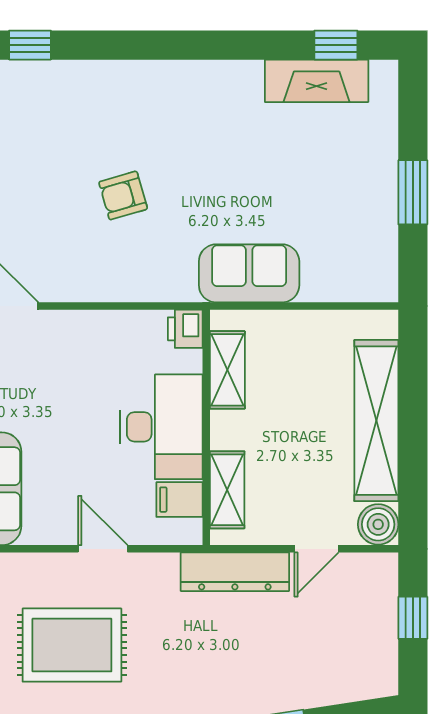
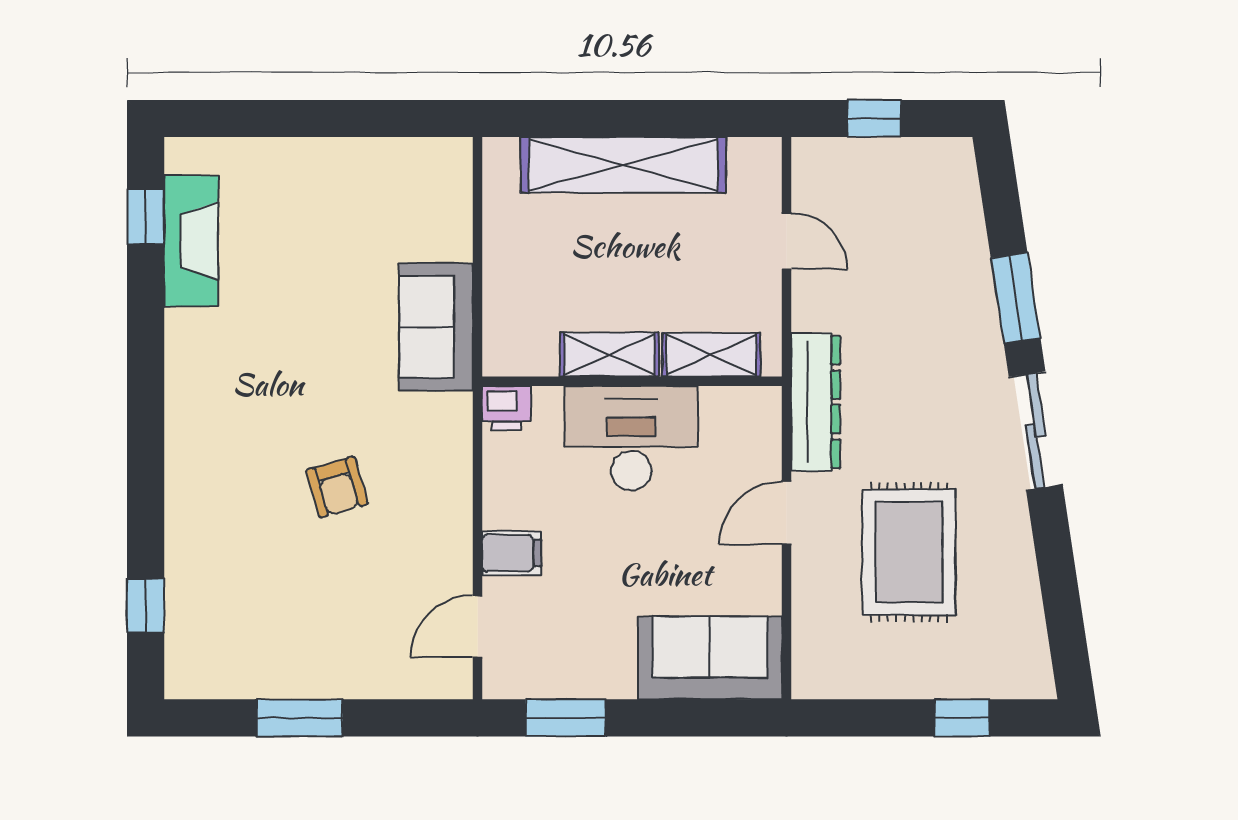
window: (413, 192) -> (333, 119), removed
shelving: (227, 370) -> (609, 355), moved
filing cabinet: (179, 500) -> (512, 553), moved, turned -90
boiler: (378, 524) -> (755, 163), removed
dresser: (235, 572) -> (816, 402), moved

